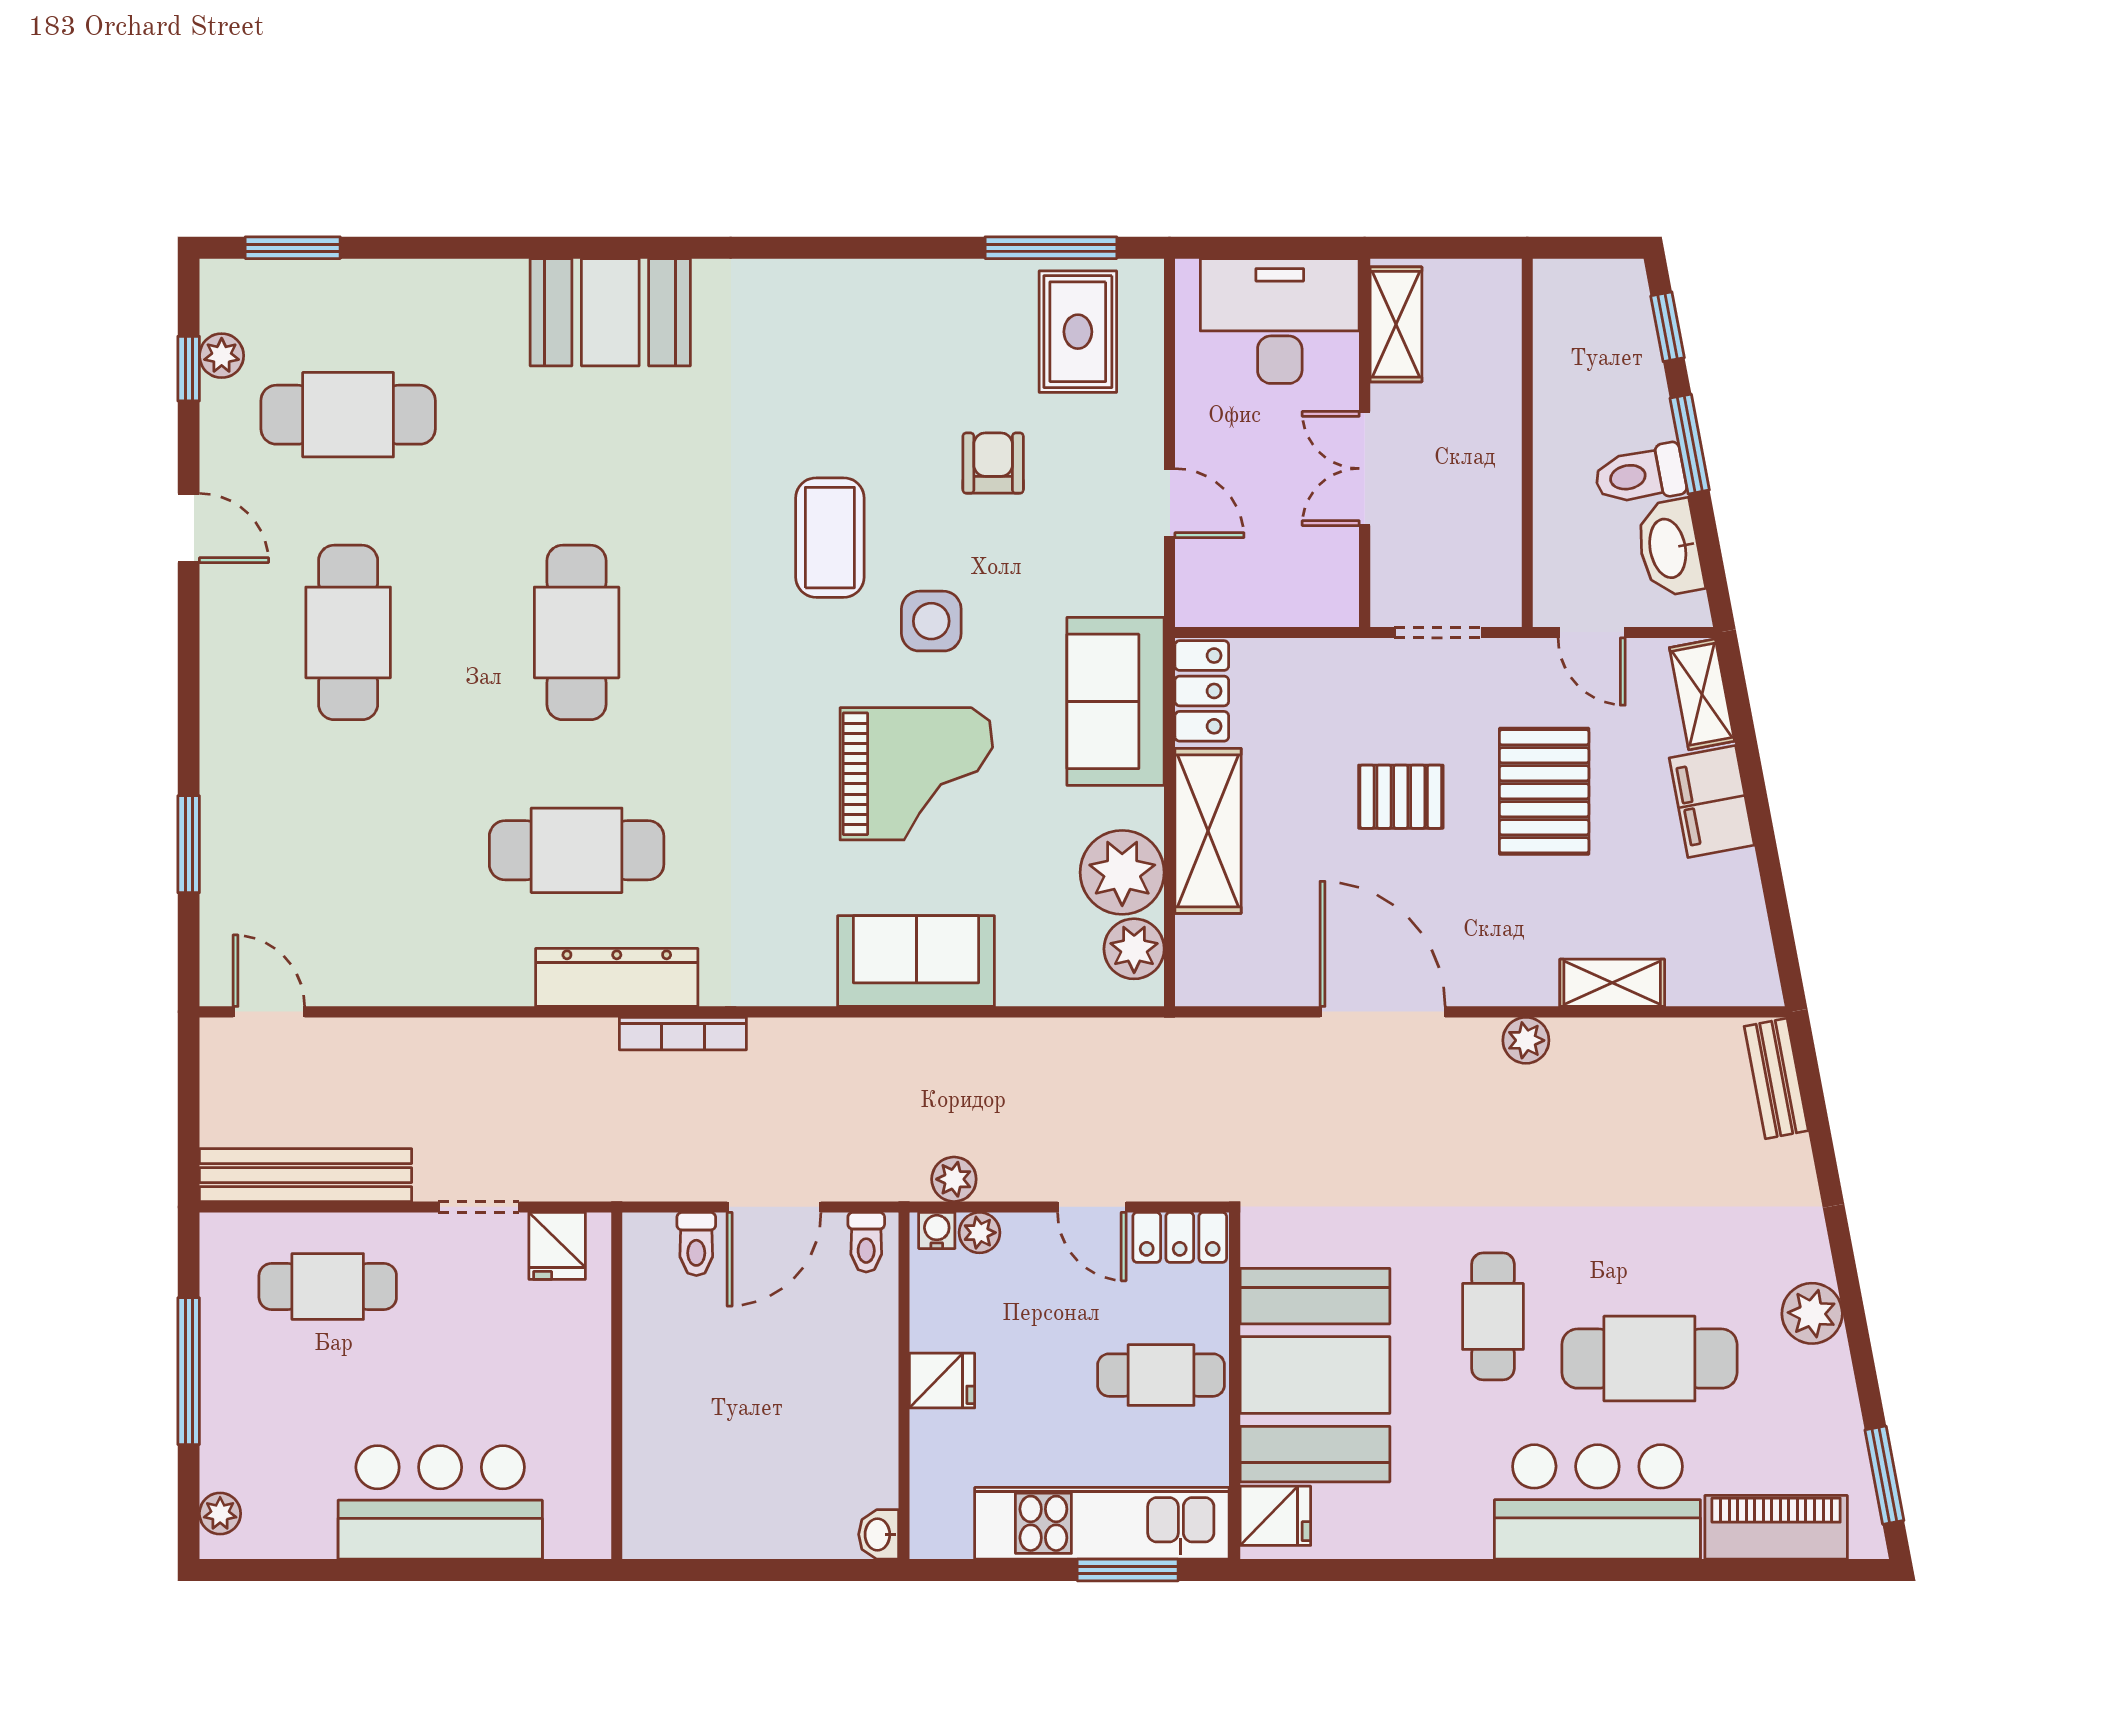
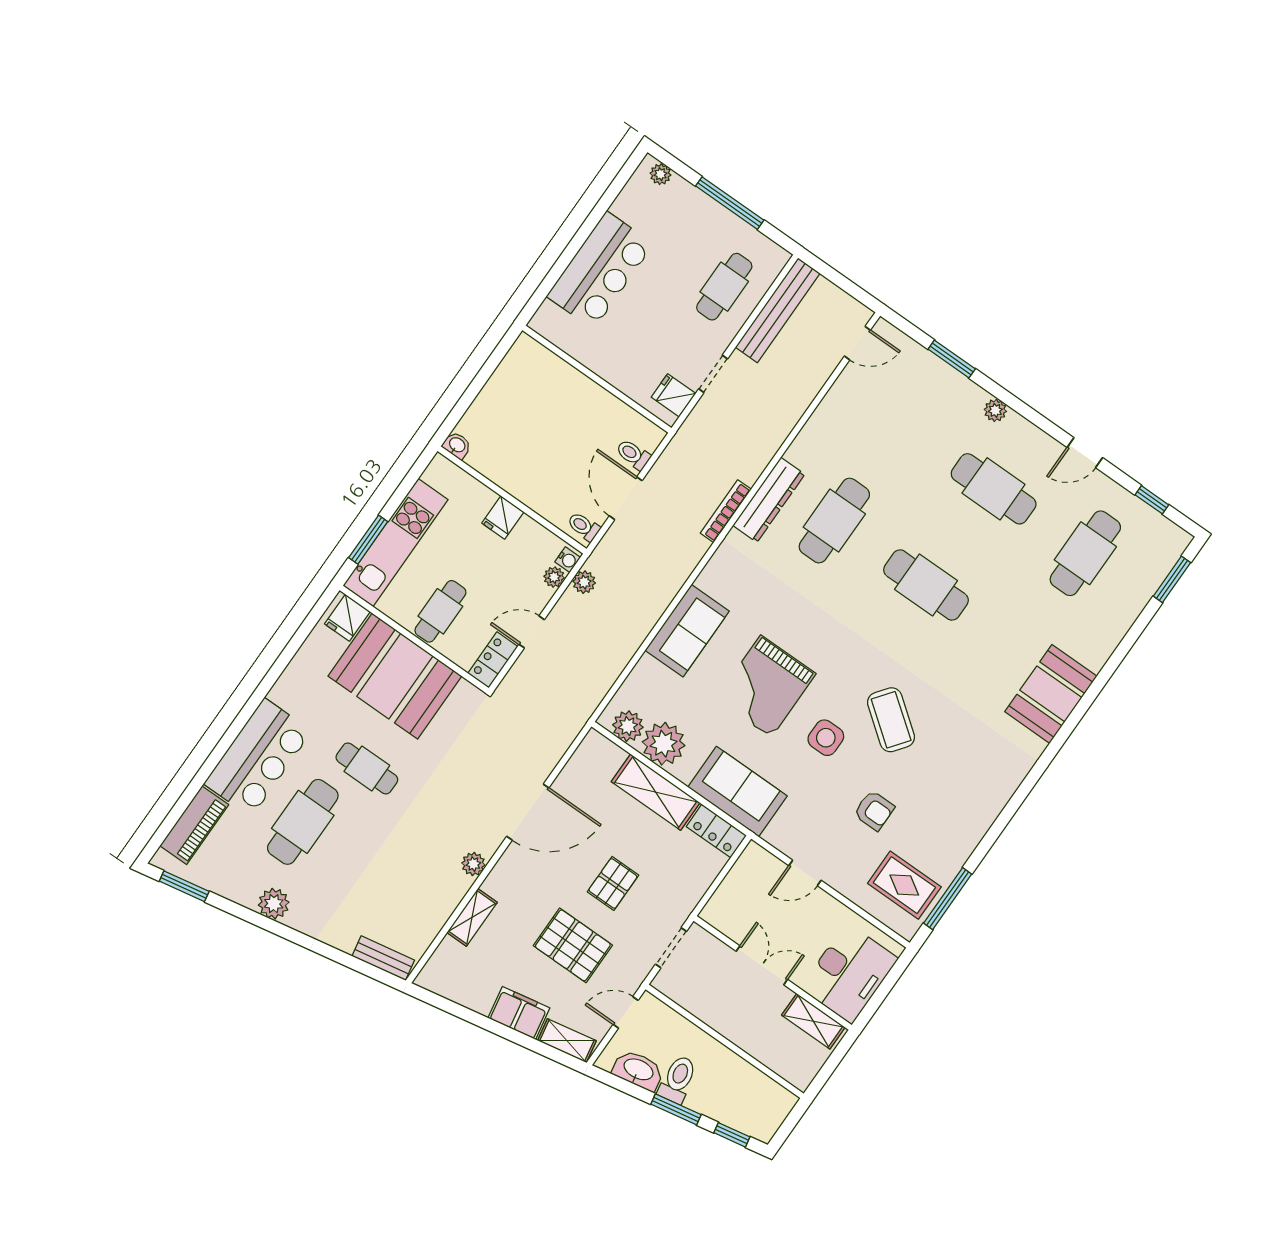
plant: (222, 356) -> (995, 410), moved
coffee table: (830, 538) -> (891, 720), turned 37

